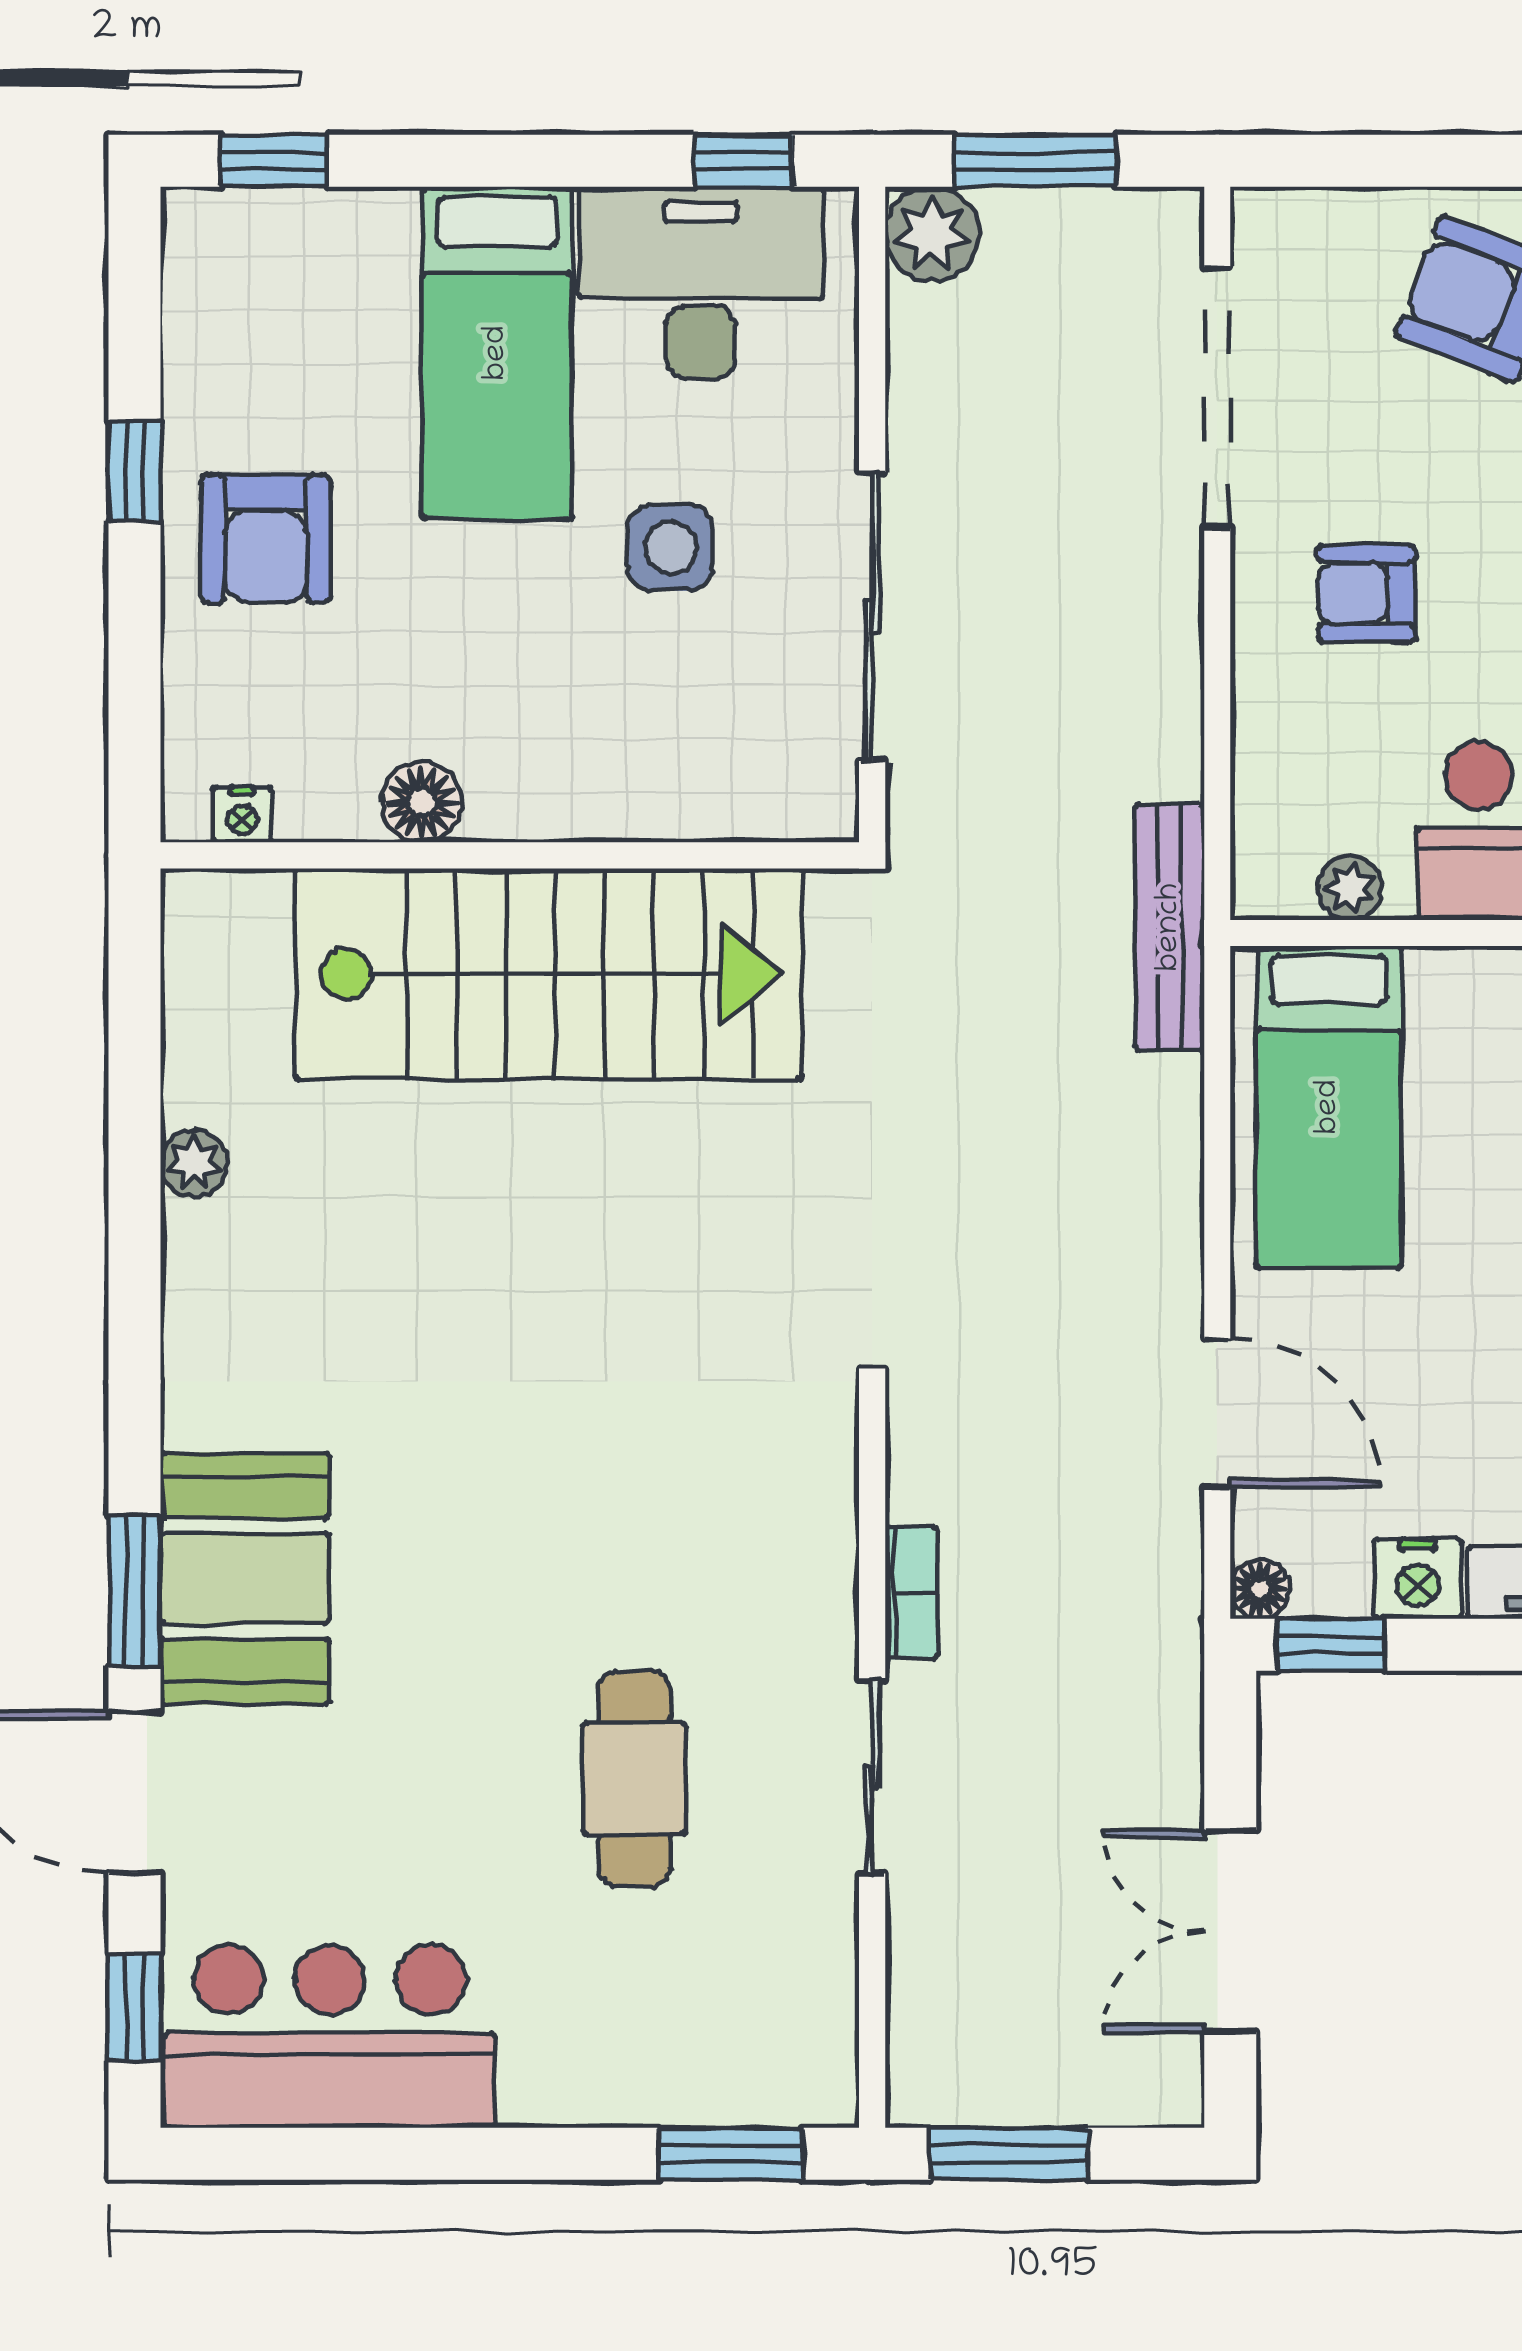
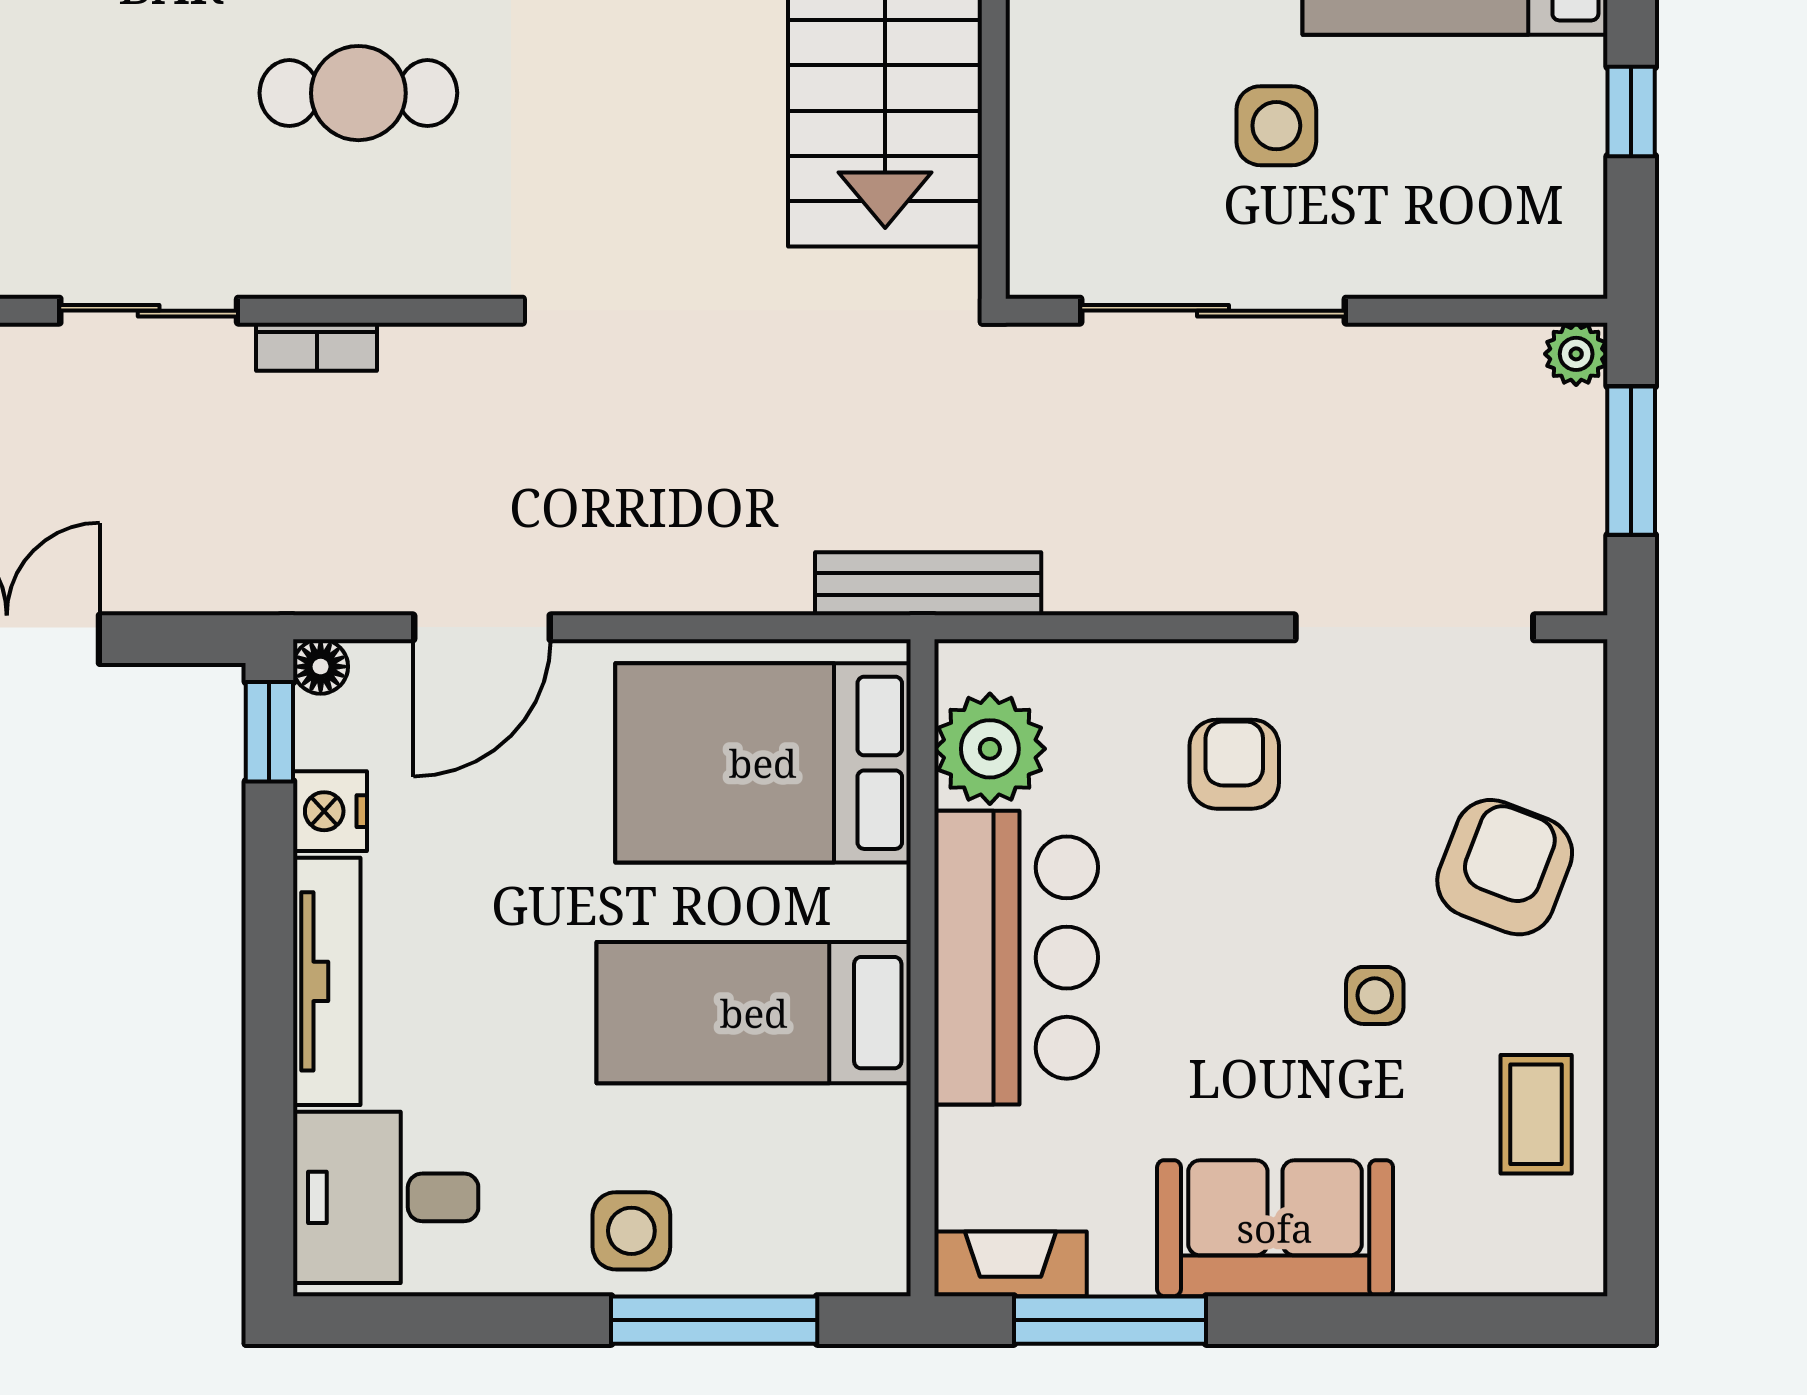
window: (744, 161) -> (1631, 112), moved
plant: (932, 234) -> (1576, 354), width x0.73, depth x0.73
desk: (701, 283) -> (1519, 153), removed
plant: (1350, 888) -> (990, 749), width x1.87, depth x1.87
bed: (1329, 1107) -> (763, 763), width x1.50
cafe table: (634, 1779) -> (358, 93), moved

